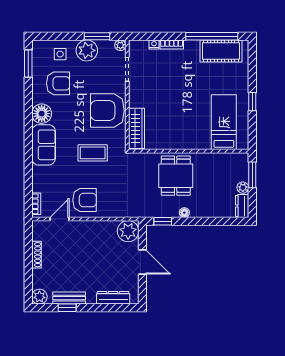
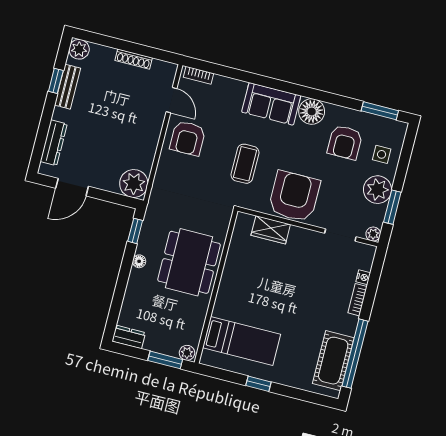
wardrobe: (136, 128) -> (271, 230), width x0.67
dining table: (176, 176) -> (189, 262), width x1.38
plant: (243, 188) -> (187, 353), moved
door: (142, 262) -> (72, 187), moved

